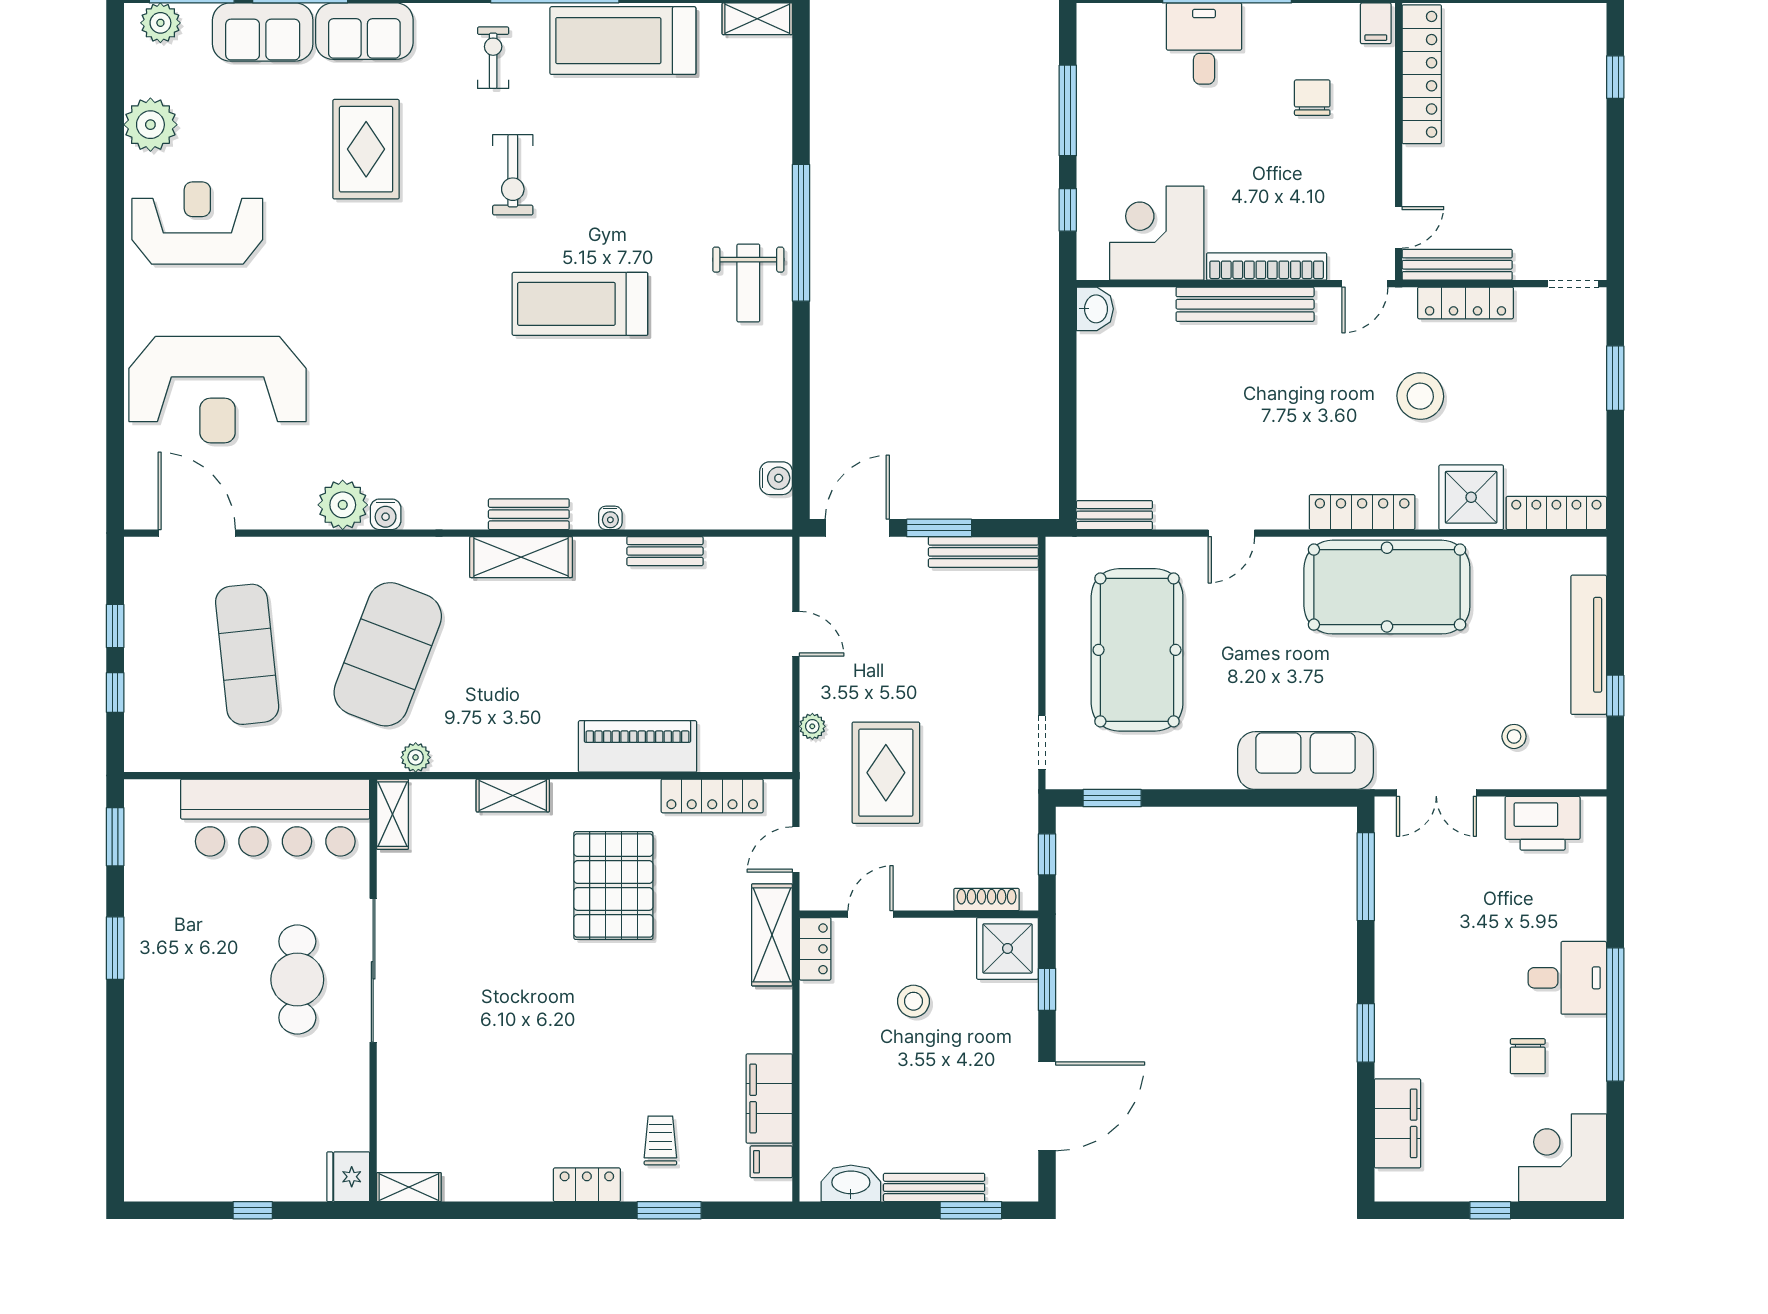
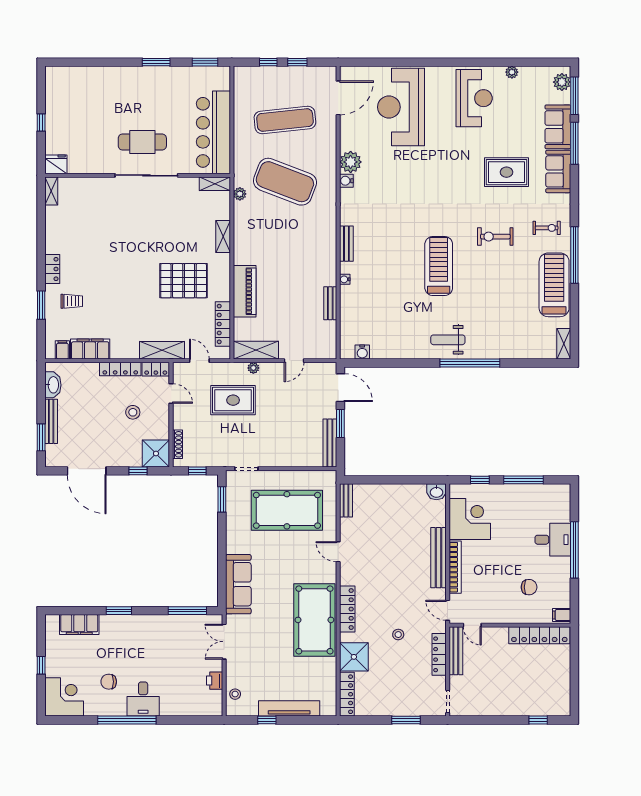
plant: (150, 125) -> (512, 72), width x0.53, depth x0.53
stool: (1420, 396) -> (398, 635), width x0.53, depth x0.53
shelving: (521, 557) -> (256, 350), moved, turned 90
stool: (1514, 736) -> (235, 694), moved
printer: (1543, 823) -> (215, 681), width x0.53, depth x0.68
locker: (815, 1030) -> (120, 369), added

